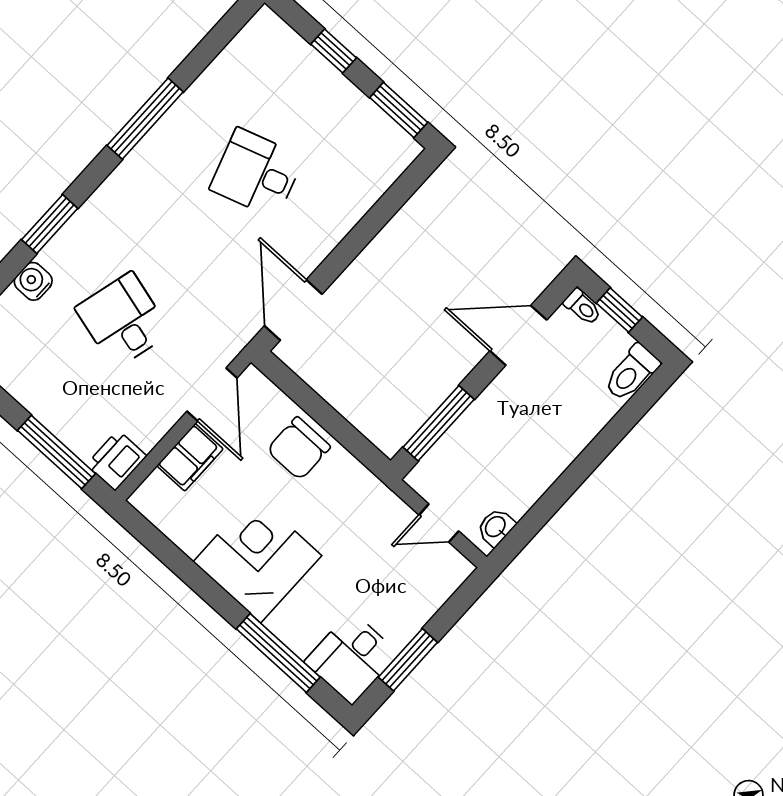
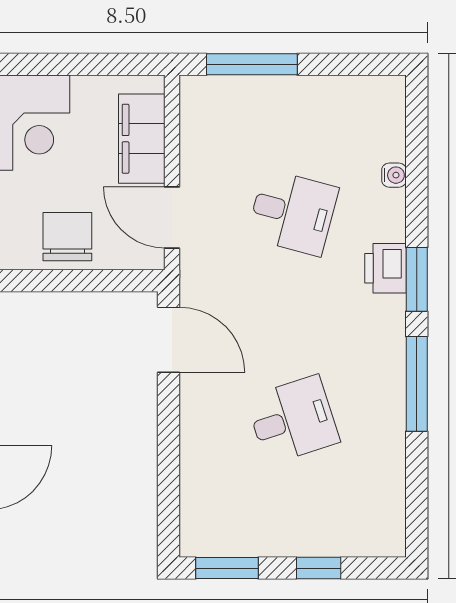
window: (50, 224) -> (417, 279), moved
water cooler: (33, 281) -> (394, 175), width x0.72, depth x0.72
filing cabinet: (190, 457) -> (142, 139), width x1.50, depth x1.17
printer: (116, 460) -> (386, 268), moved, turned 180

